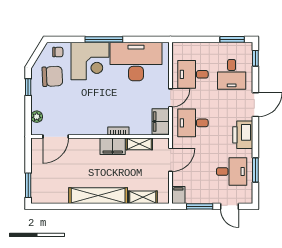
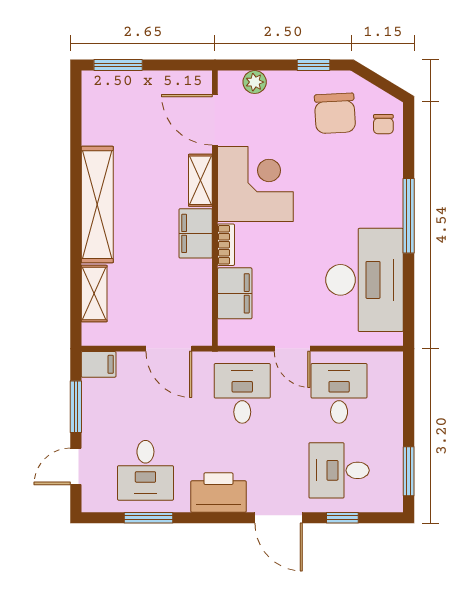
window: (255, 58) -> (342, 518), moved
corner desk: (90, 61) -> (255, 184), moved, turned 180
filing cabinet: (161, 122) -> (235, 293), moved, turned 90
shelving: (139, 144) -> (200, 180), moved

